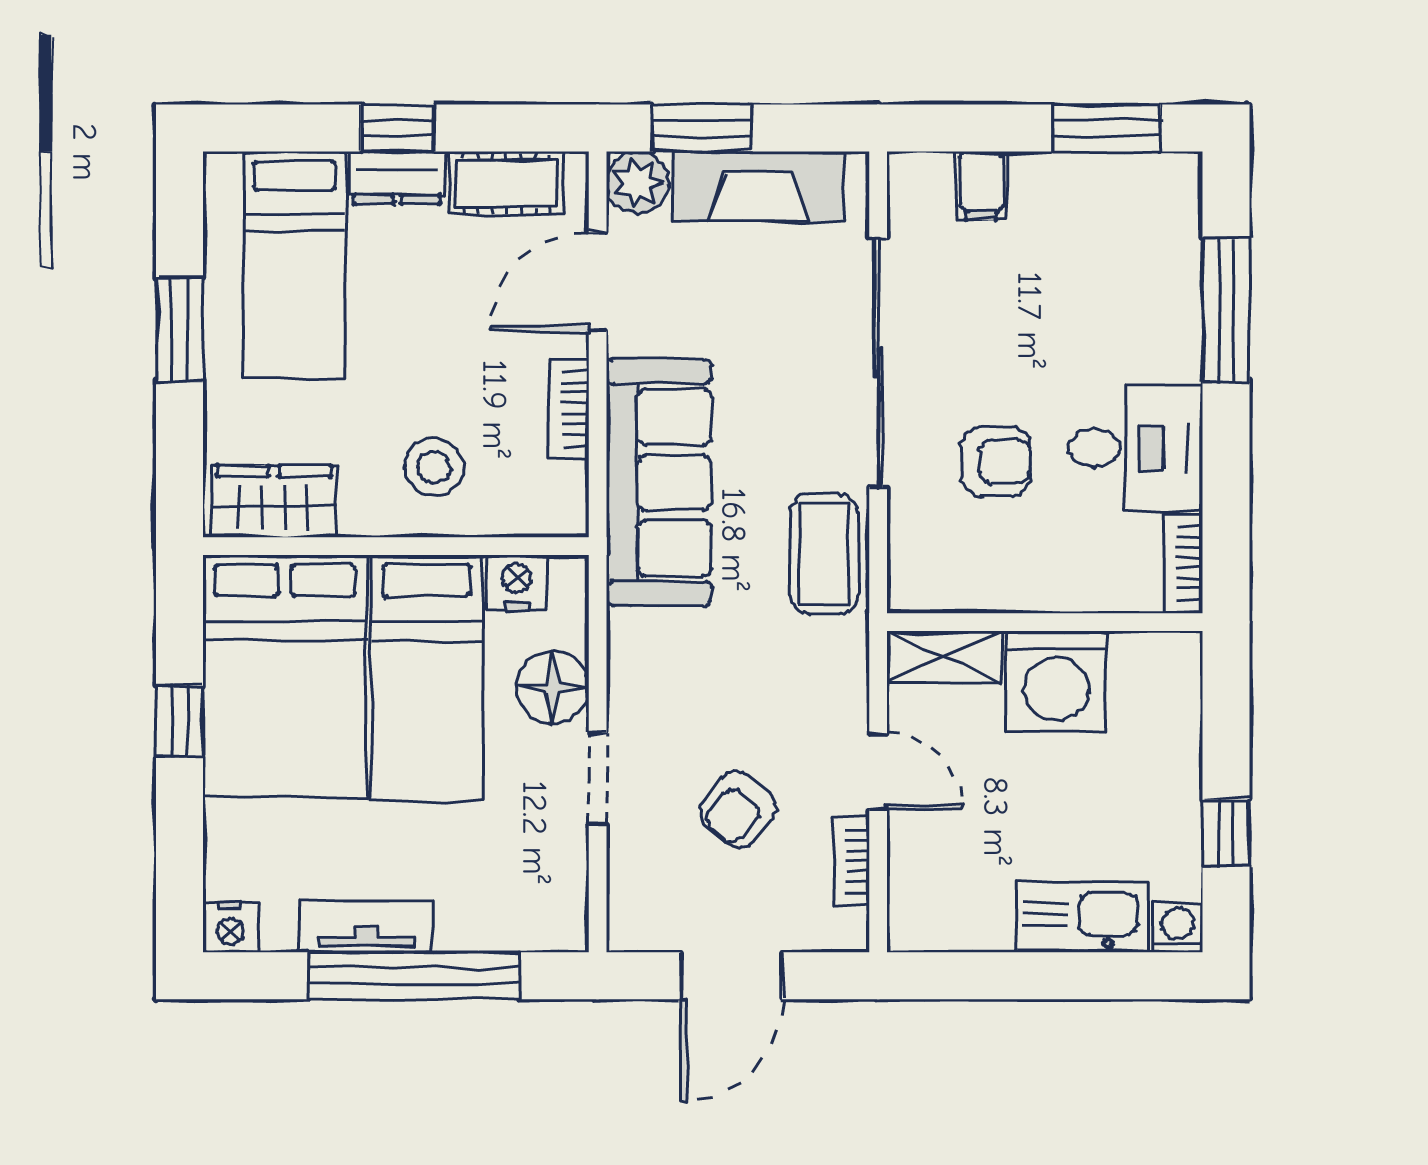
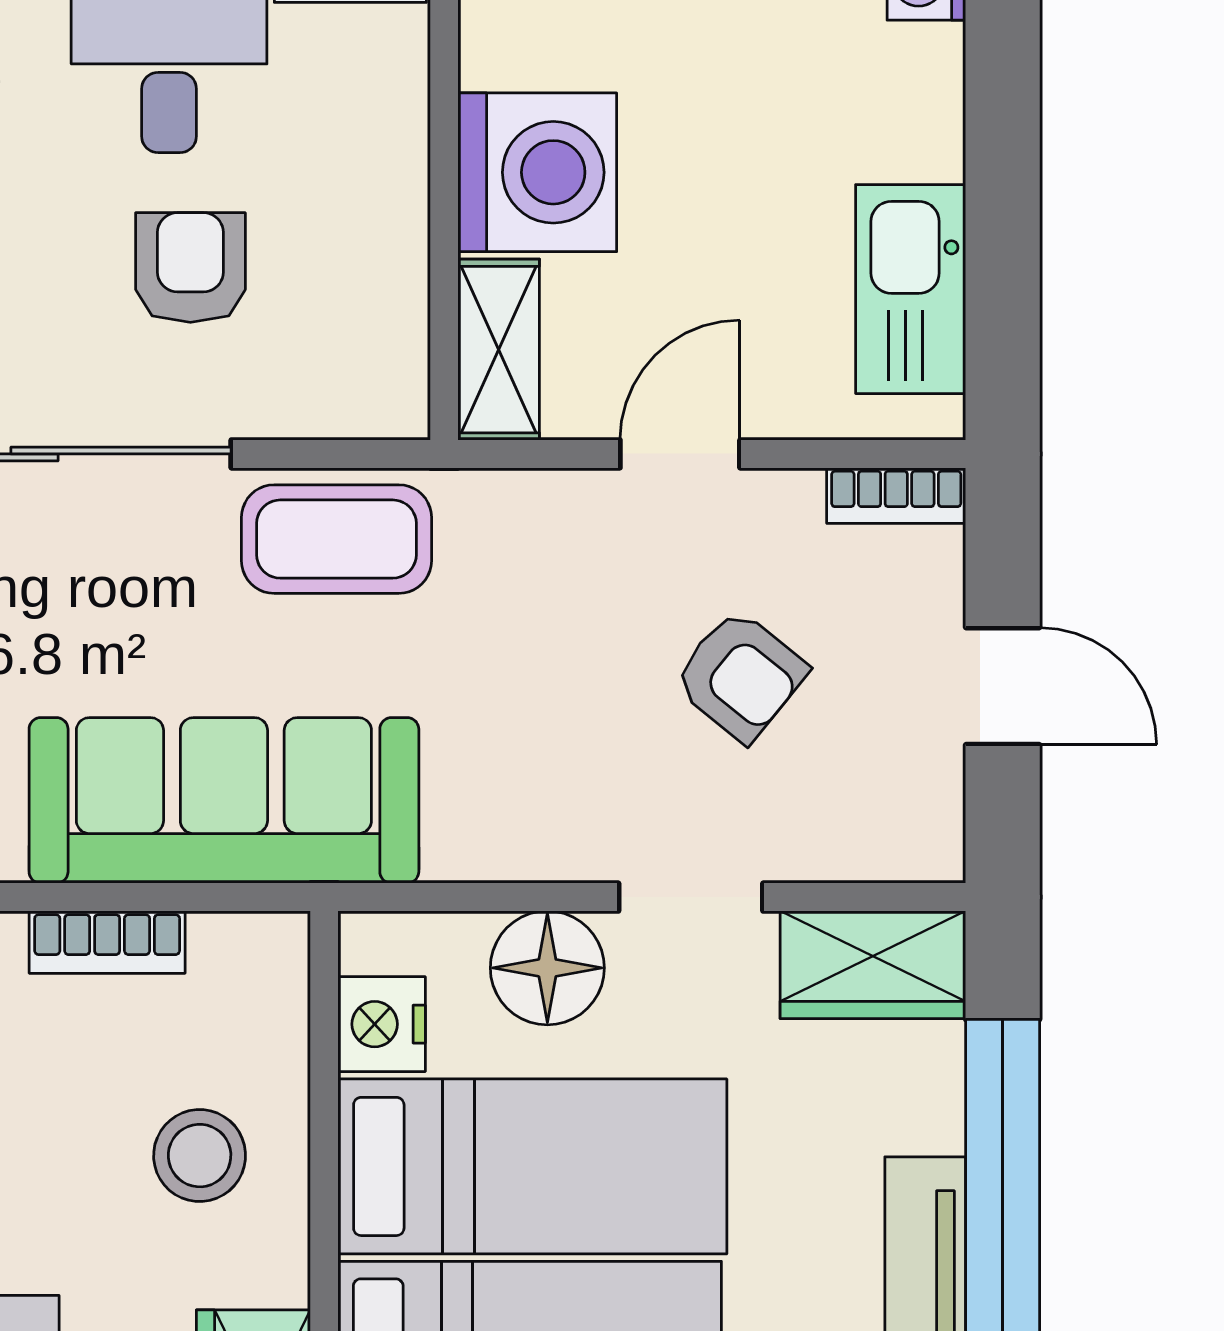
bookcase: (852, 861) -> (896, 496), moved
wardrobe: (555, 894) -> (873, 965), added
kitchen sink: (1082, 918) -> (911, 289), moved
door: (731, 976) -> (1003, 686), width x0.73

